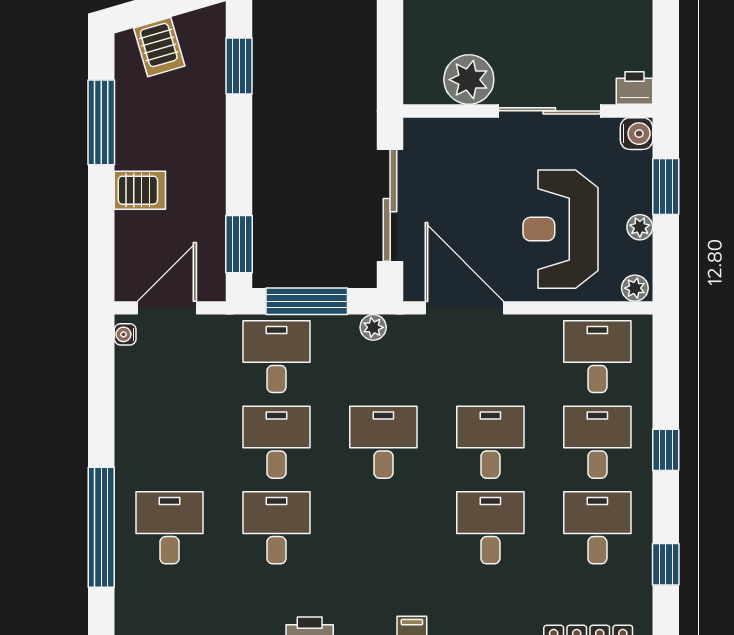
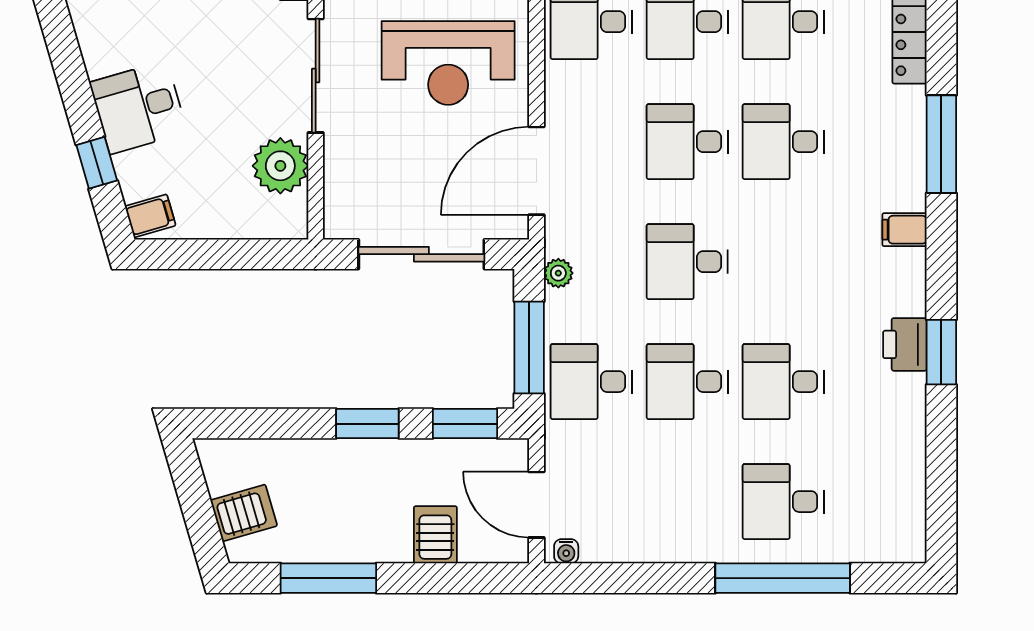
window: (239, 66) -> (367, 424), moved
server rack: (140, 190) -> (435, 535), moved

